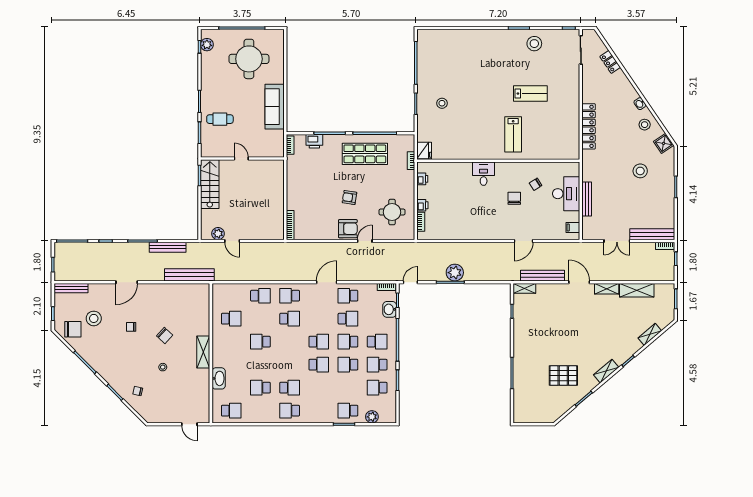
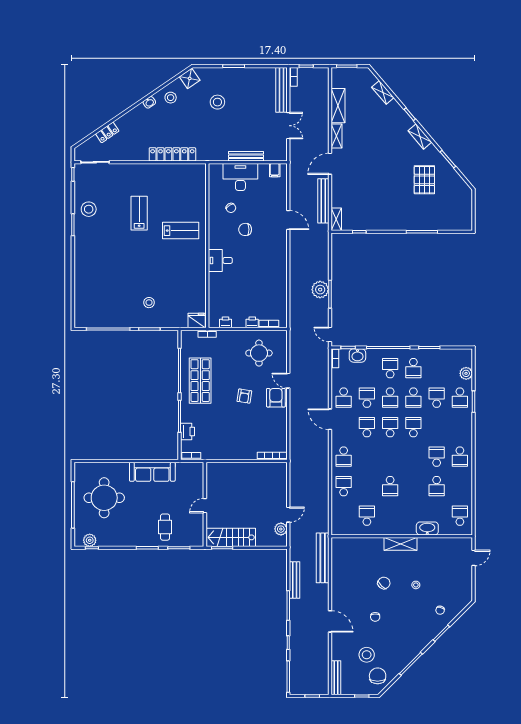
school desk: (290, 319) -> (367, 427), moved
school desk: (377, 388) -> (437, 398), moved, turned 180

